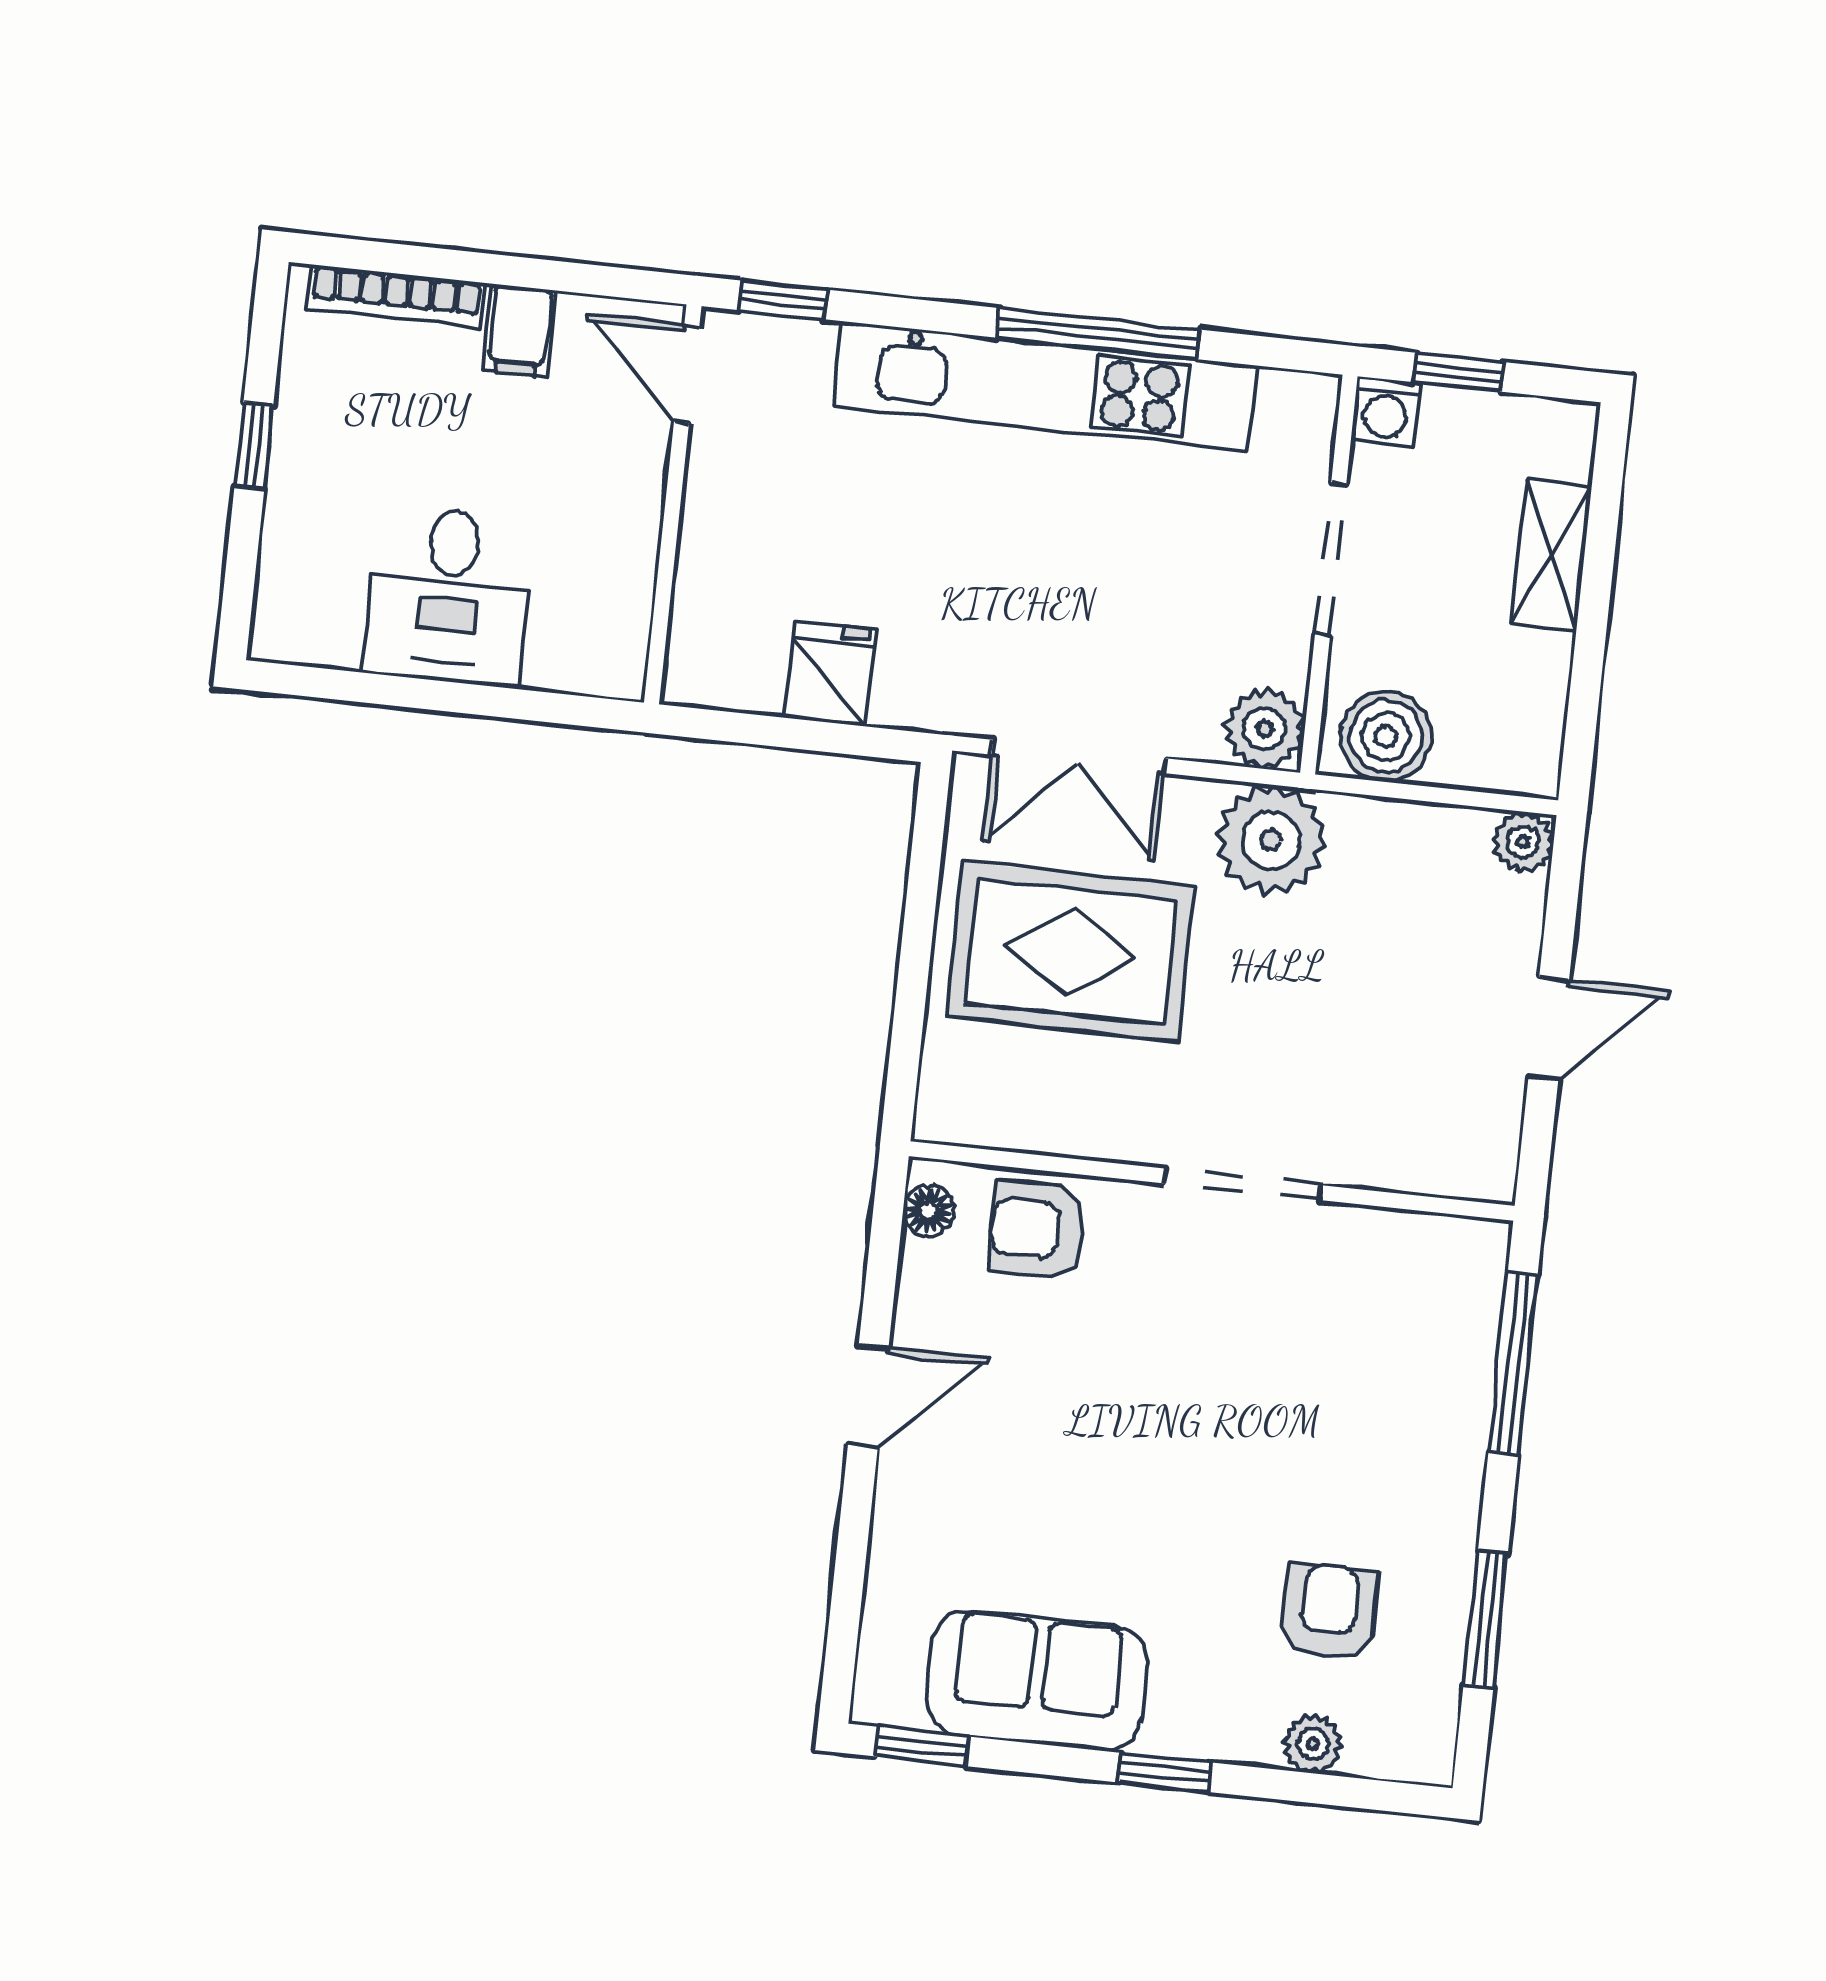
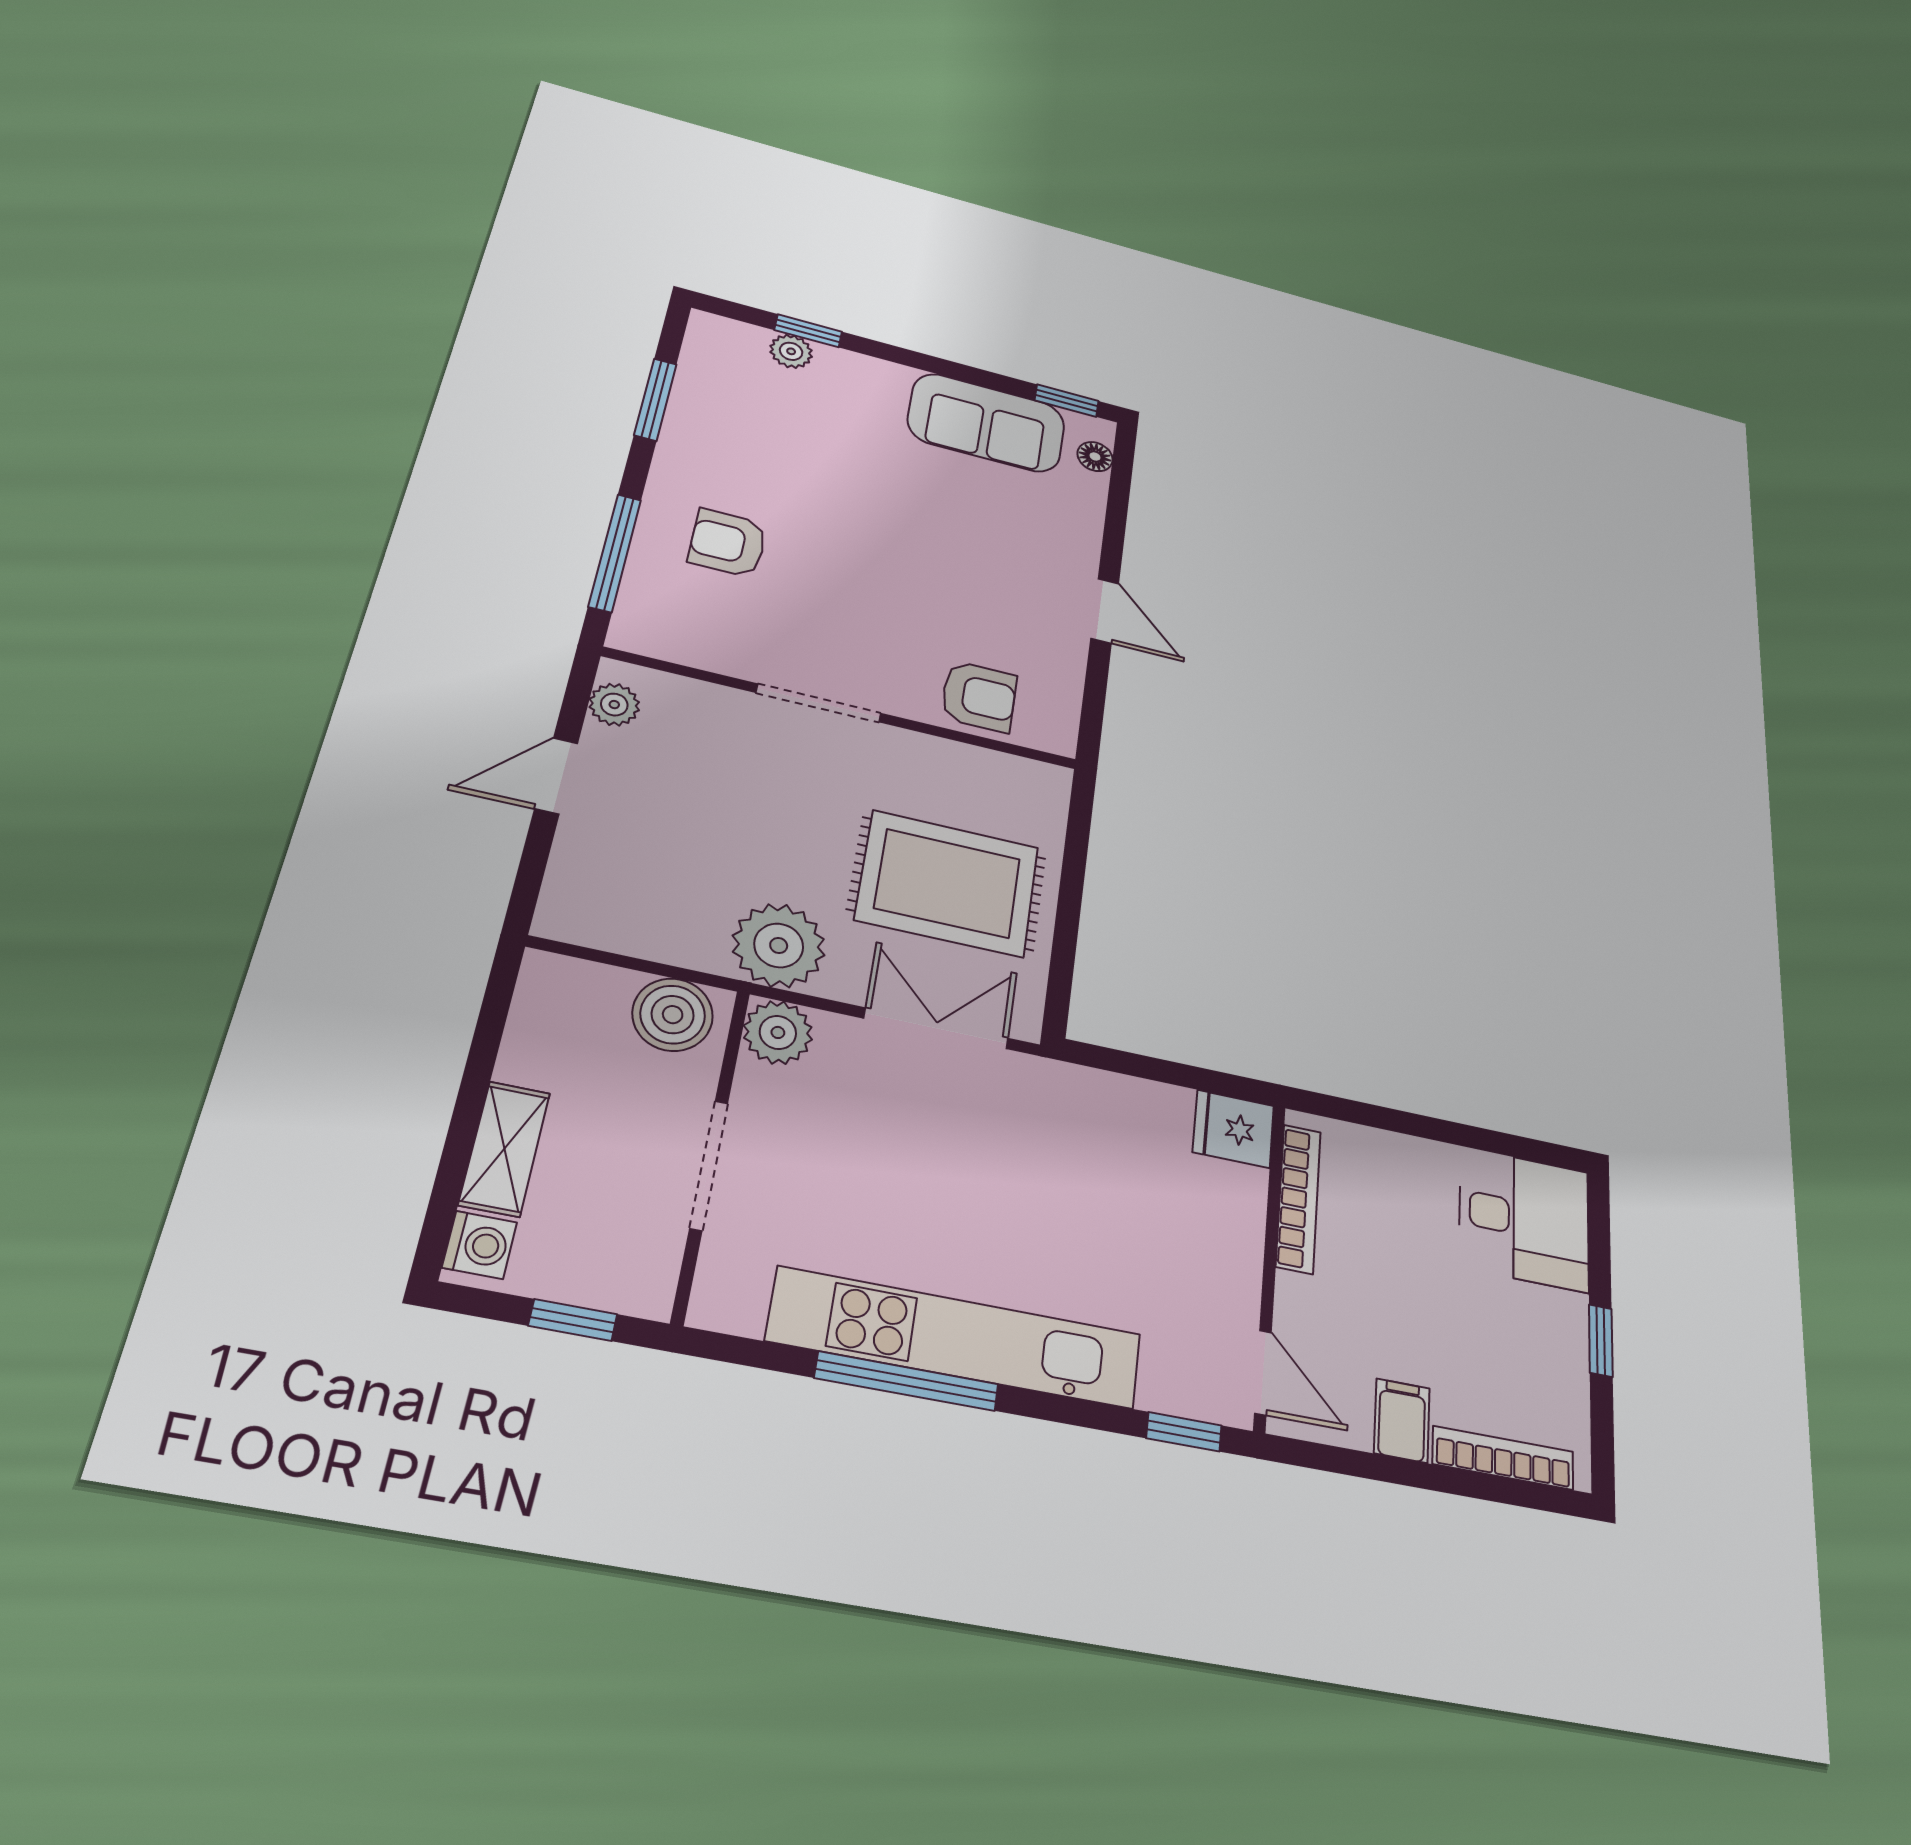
washing machine: (1386, 412) -> (480, 1245), moved, turned 90
bookcase: (633, 588) -> (1298, 1198), added
desk: (449, 596) -> (1524, 1219), moved, turned 90
fridge: (830, 674) -> (1233, 1129), moved, turned 90
plant: (1523, 842) -> (614, 705), moved
floor lamp: (928, 1210) -> (1095, 457), moved
door: (868, 1396) -> (1105, 611), swing flipped
armchair: (1329, 1612) -> (728, 543), moved, turned 90
window: (1164, 1772) -> (808, 331), moved

